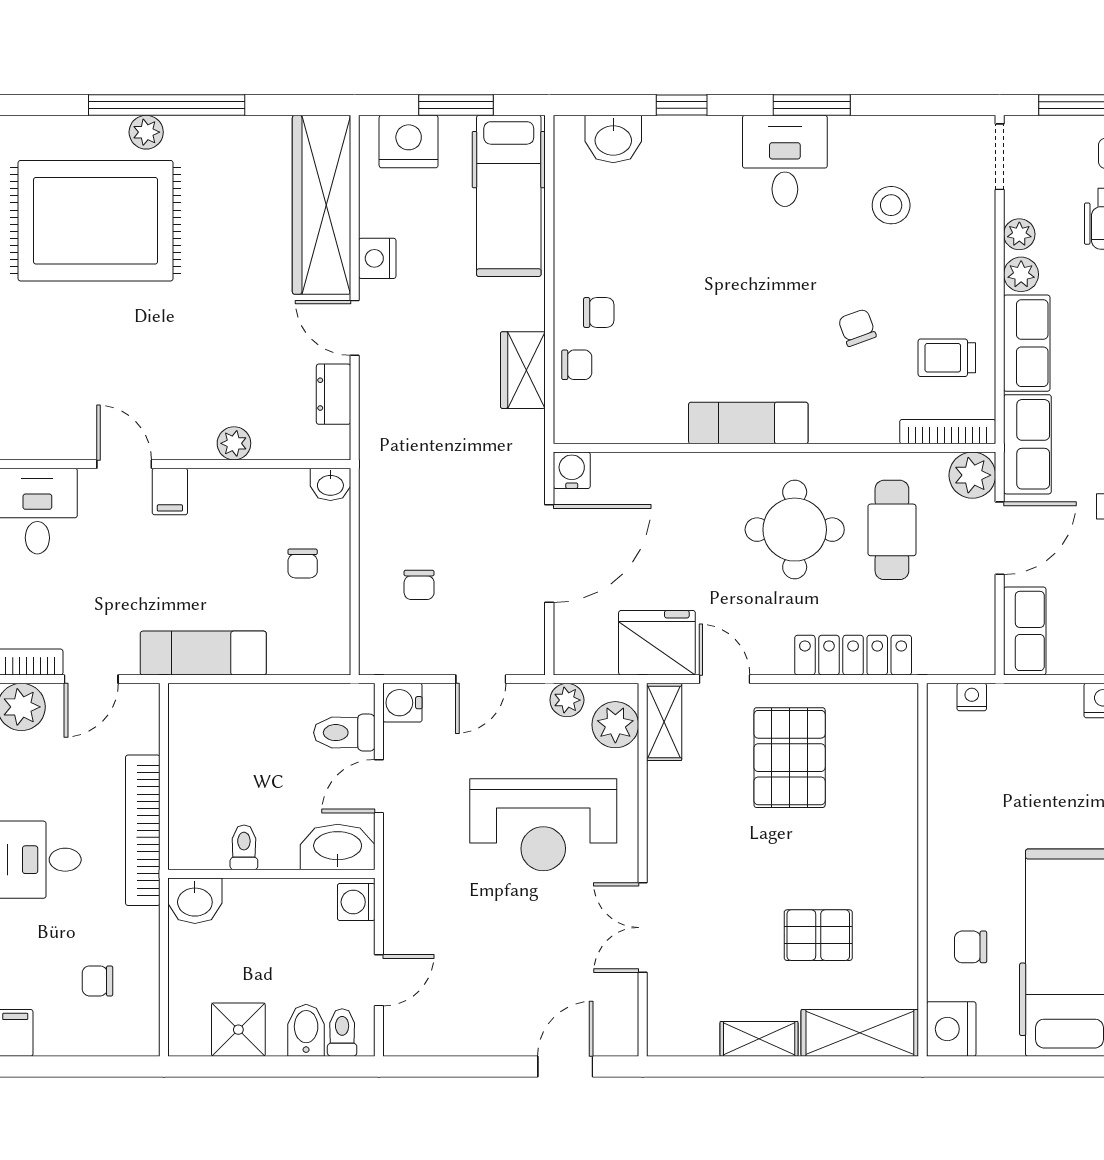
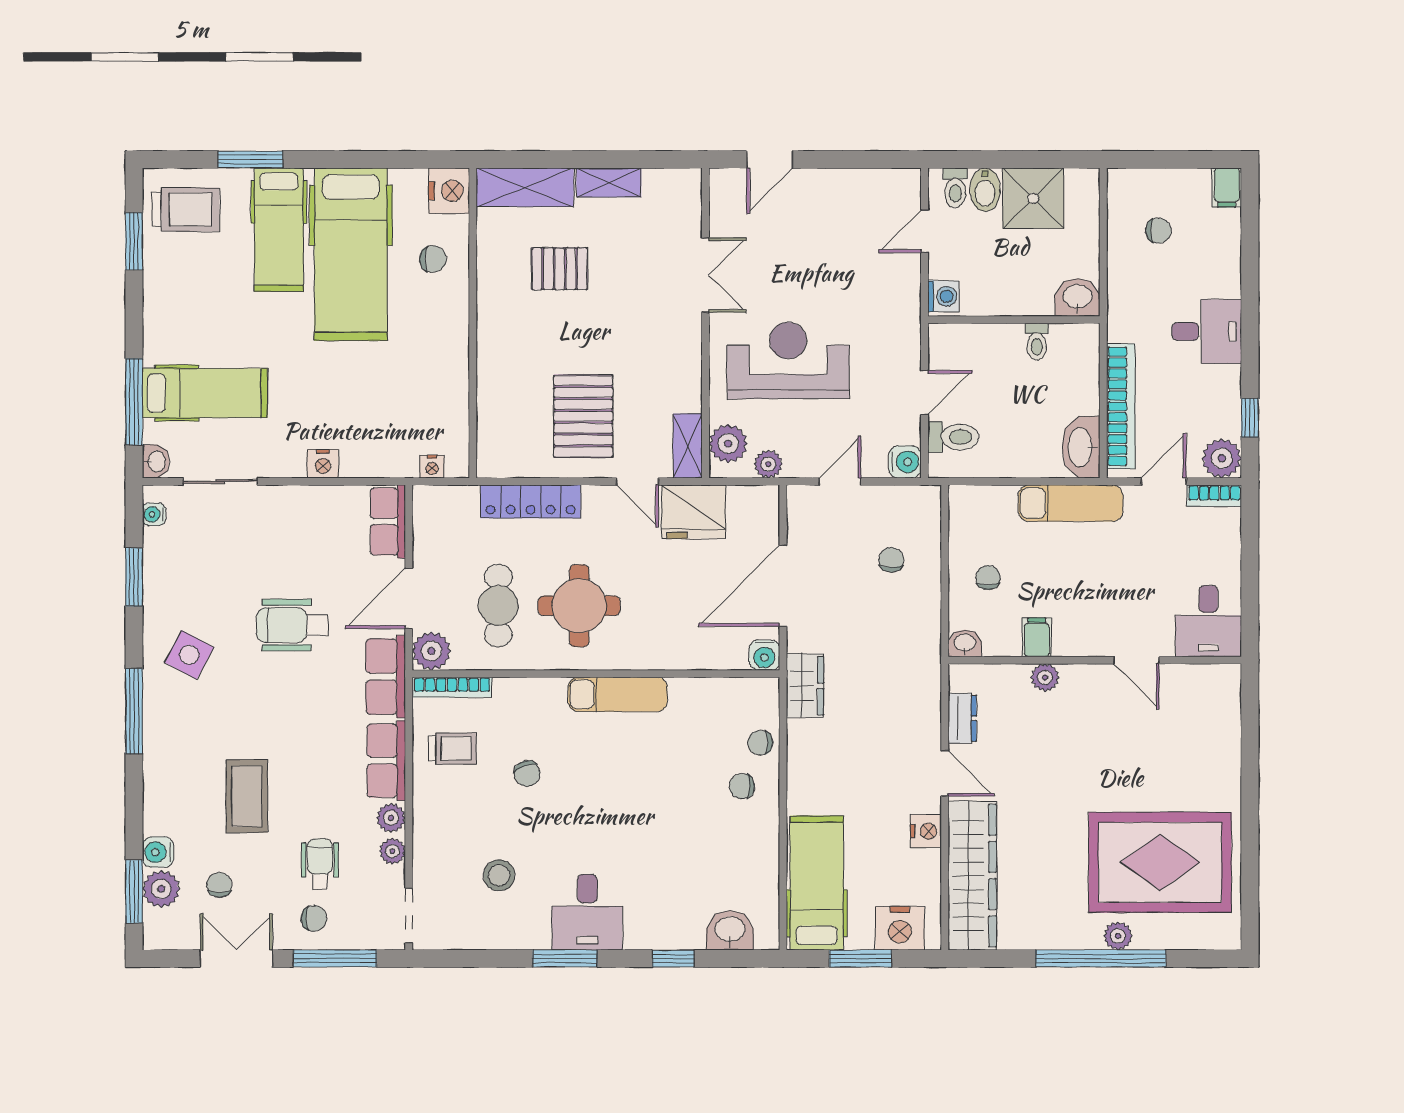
wardrobe: (523, 370) -> (805, 686), moved
filing cabinet: (170, 492) -> (1037, 637), moved
bookcase: (143, 830) -> (1121, 406), moved
washbasin: (338, 847) -> (1081, 447), moved, turned 90
shower: (238, 1030) -> (1033, 198), width x1.36, depth x1.36

